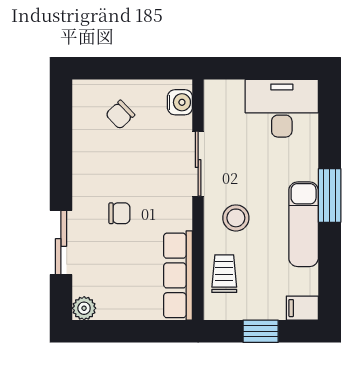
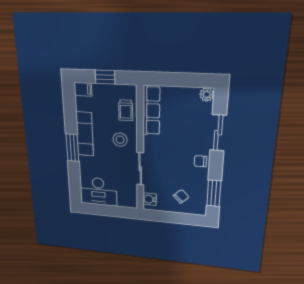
window: (61, 127) -> (214, 193), added
chair: (119, 213) -> (200, 161), moved

